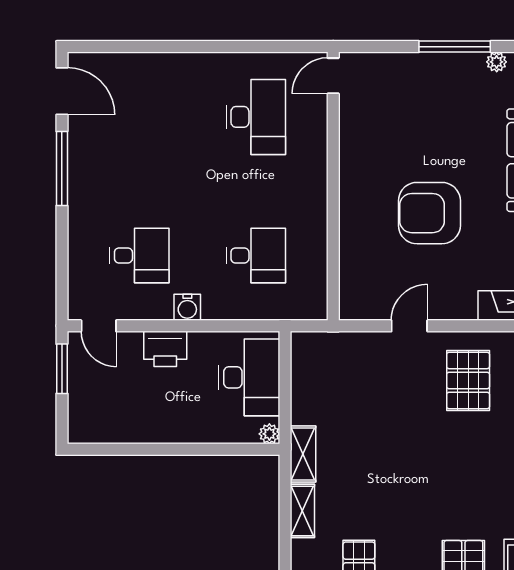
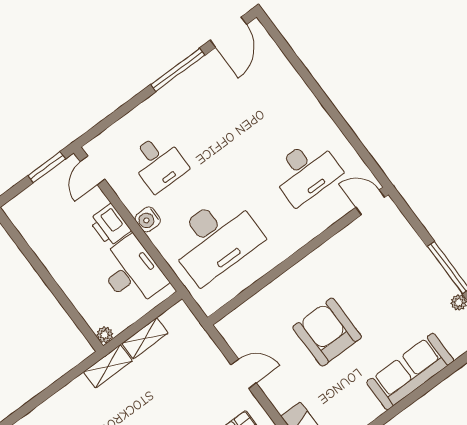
desk: (256, 255) -> (215, 239), width x1.87, depth x1.30
desk: (249, 377) -> (132, 272), moved, turned -90
shelving: (302, 511) -> (145, 338), moved

